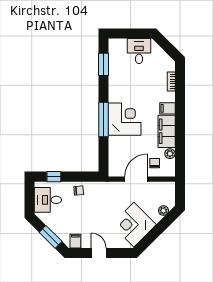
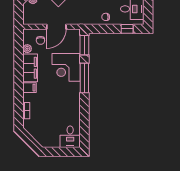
desk: (139, 51) -> (70, 137), moved
window: (103, 64) -> (84, 45), moved
corner desk: (125, 119) -> (66, 67), moved

